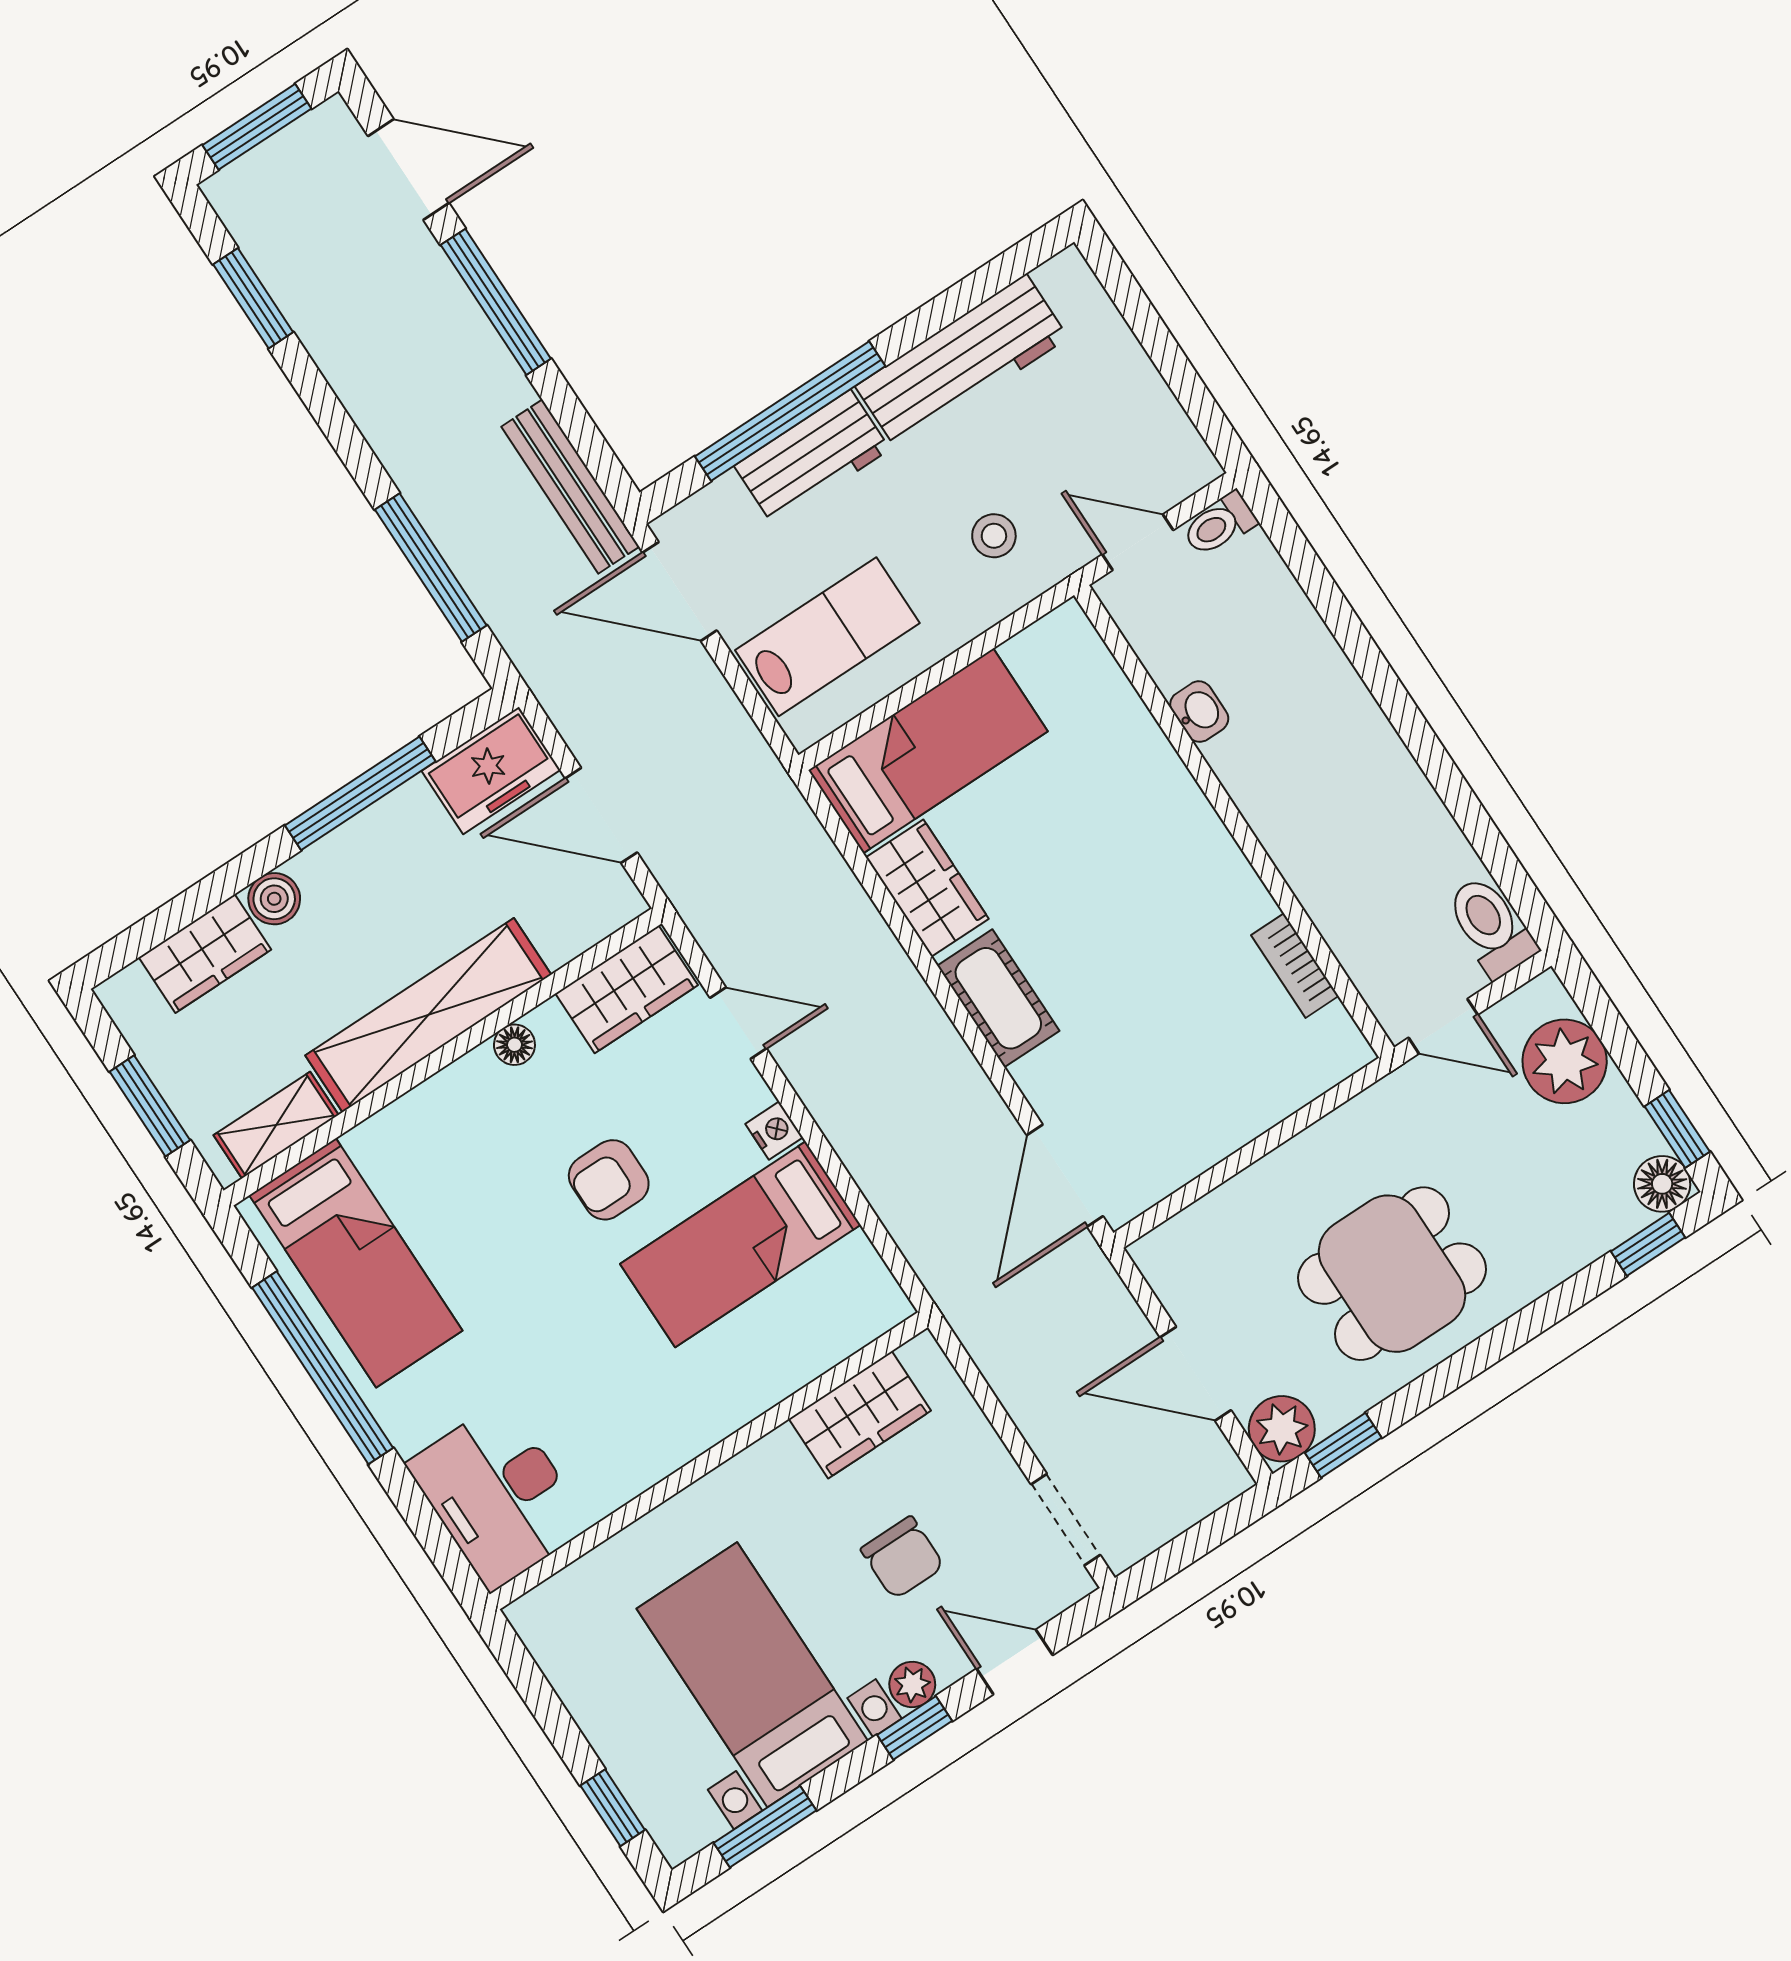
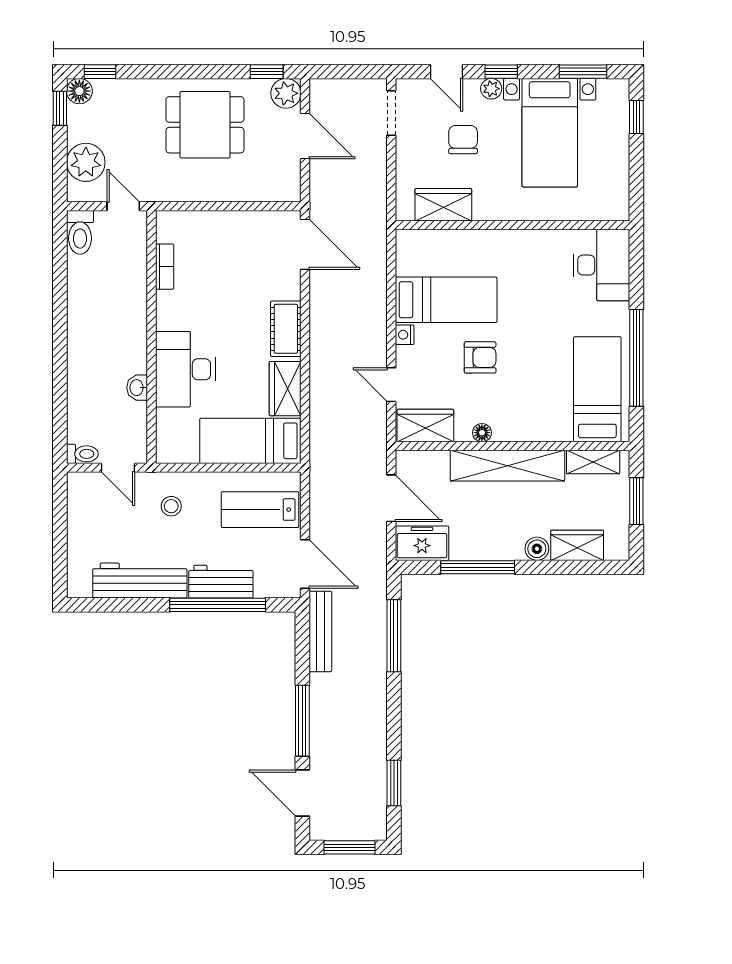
desk: (1133, 803) -> (185, 369), added
door: (1065, 1176) -> (305, 244), hinge flipped

